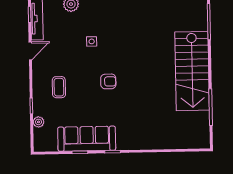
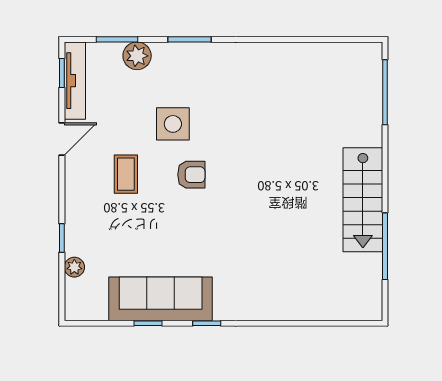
side table: (92, 41) -> (173, 124), width x1.87, depth x1.87
stairs: (192, 71) -> (363, 200), width x0.73, depth x0.66
armchair: (108, 81) -> (191, 175), moved
coffee table: (59, 87) -> (126, 174), moved

